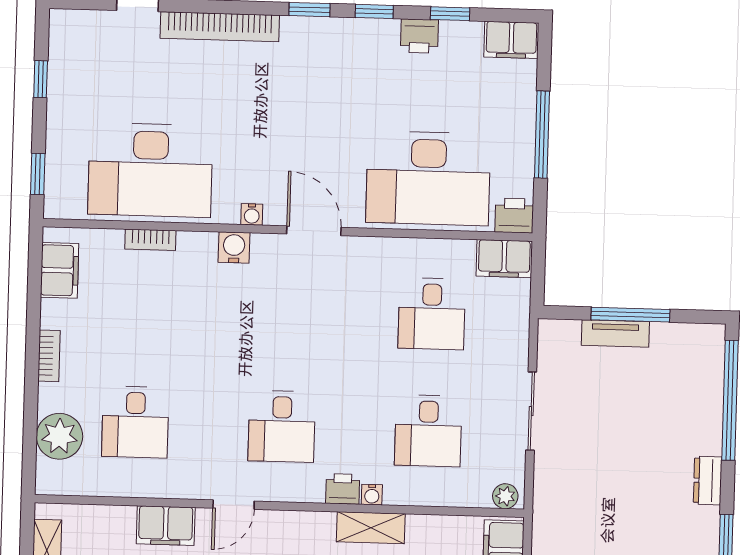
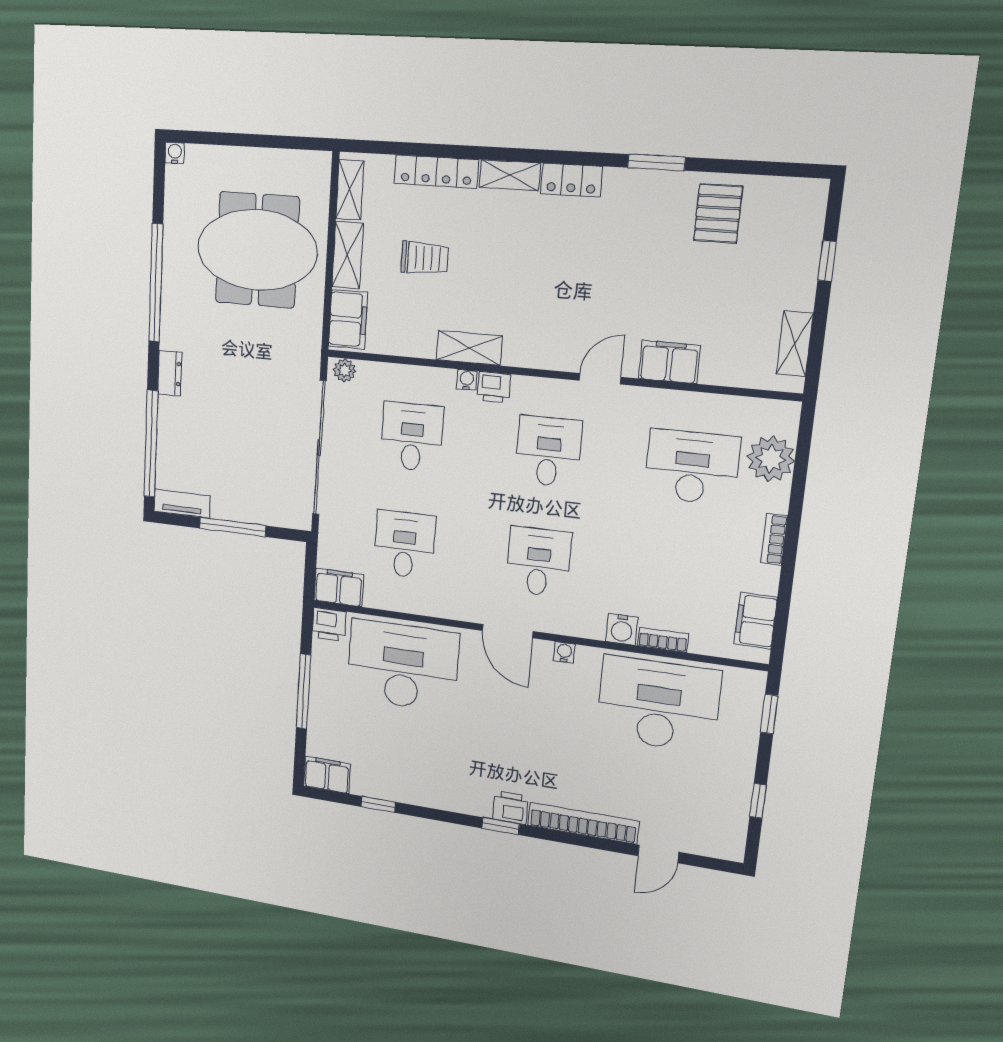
window: (374, 11) -> (444, 816), removed
printer: (419, 36) -> (510, 808), moved
water cooler: (234, 248) -> (622, 629), moved
desk: (285, 309) -> (538, 562), added
tv unit: (615, 333) -> (182, 504), moved
sliding door: (531, 411) -> (319, 448), width x1.86
desk: (135, 422) -> (692, 467), width x1.37

